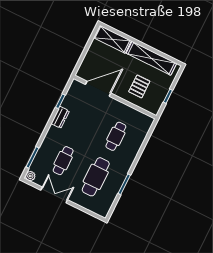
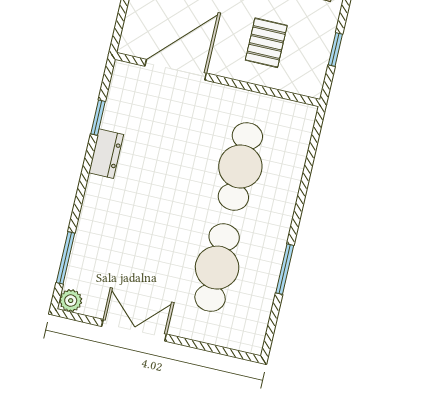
cafe table: (116, 136) -> (240, 166), width x1.37, depth x1.35
cafe table: (63, 161) -> (136, 249), removed

